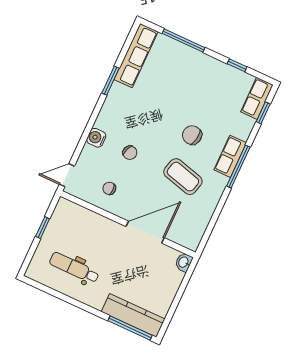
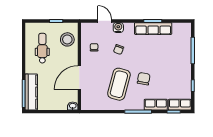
row of seats: (136, 56) -> (153, 29), moved
row of seats: (230, 156) -> (156, 105), moved
door: (67, 175) -> (105, 21), moved
coffee table: (183, 177) -> (119, 84), width x1.36, depth x1.32
stool: (79, 224) -> (67, 39), added
door: (145, 232) -> (79, 78), swing flipped

